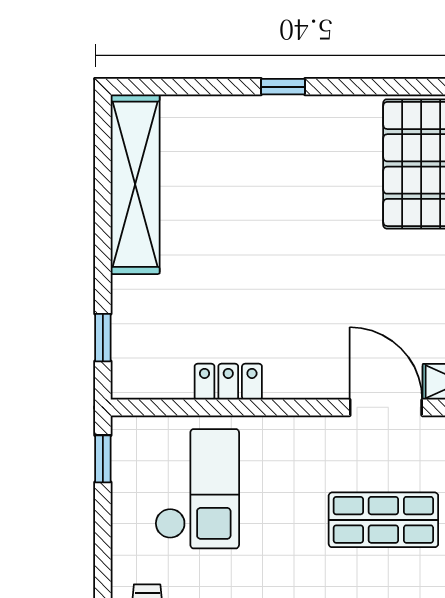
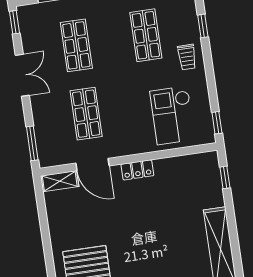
locker: (228, 382) -> (137, 170), moved
shop shelf: (383, 520) -> (86, 114), turned 90

